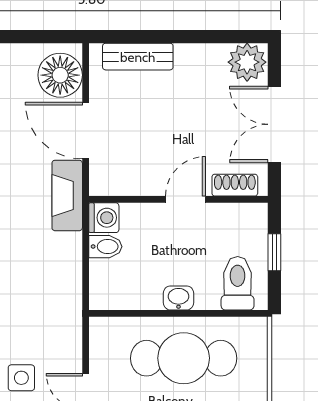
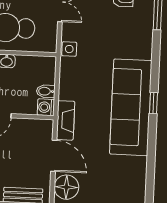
side table: (21, 378) -> (69, 49), moved

